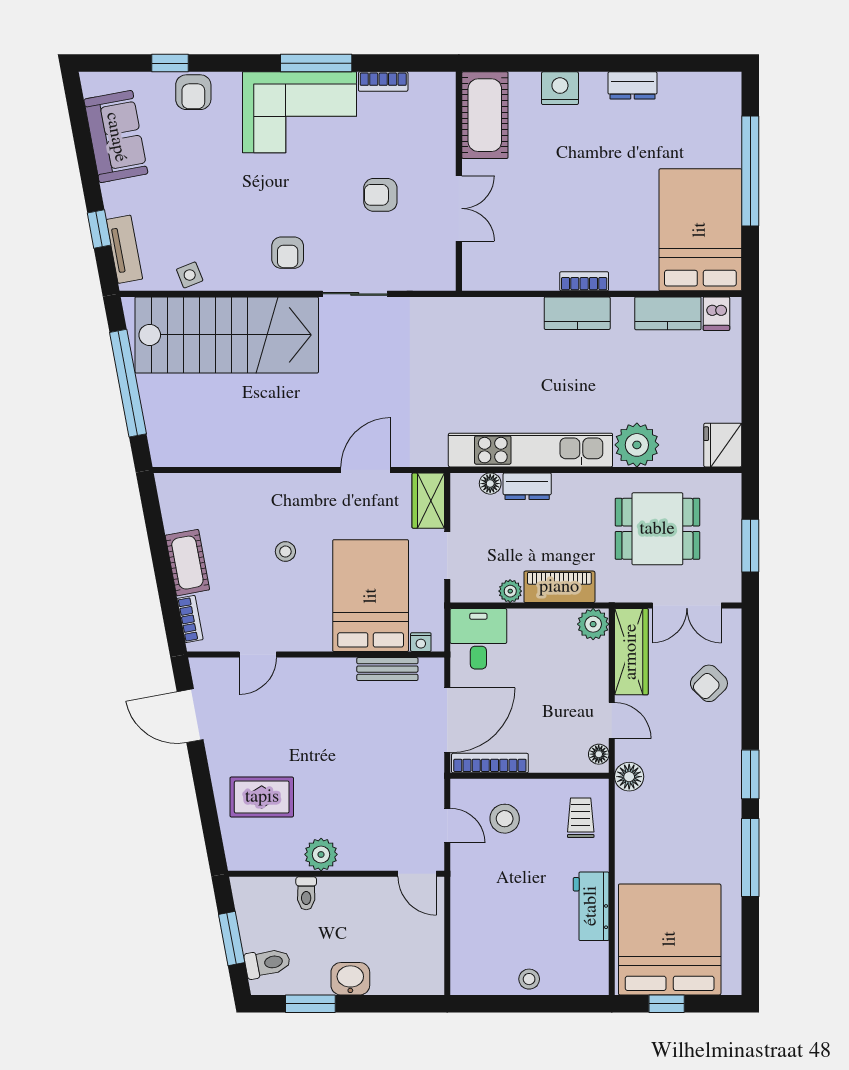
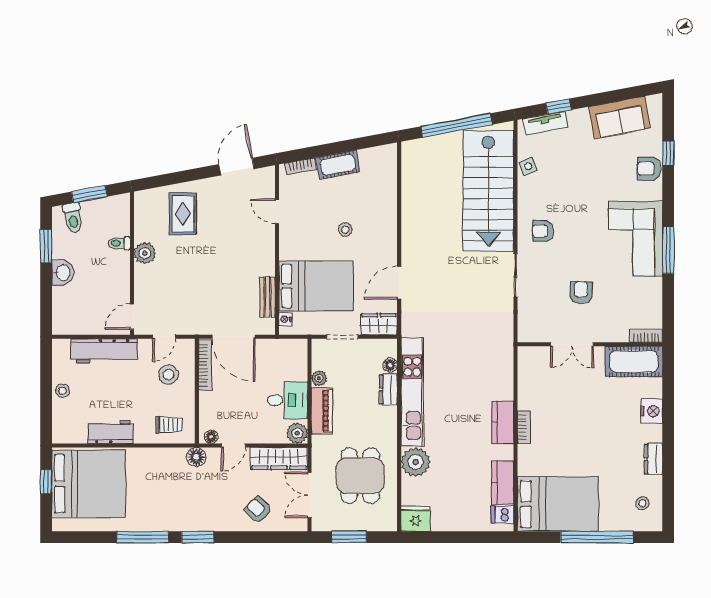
bookcase: (383, 82) -> (646, 336), moved, turned 90
stool: (699, 102) -> (642, 503), added
door: (366, 470) -> (399, 283), swing flipped
desk: (478, 639) -> (287, 400), moved
workbench: (469, 916) -> (104, 351), added

